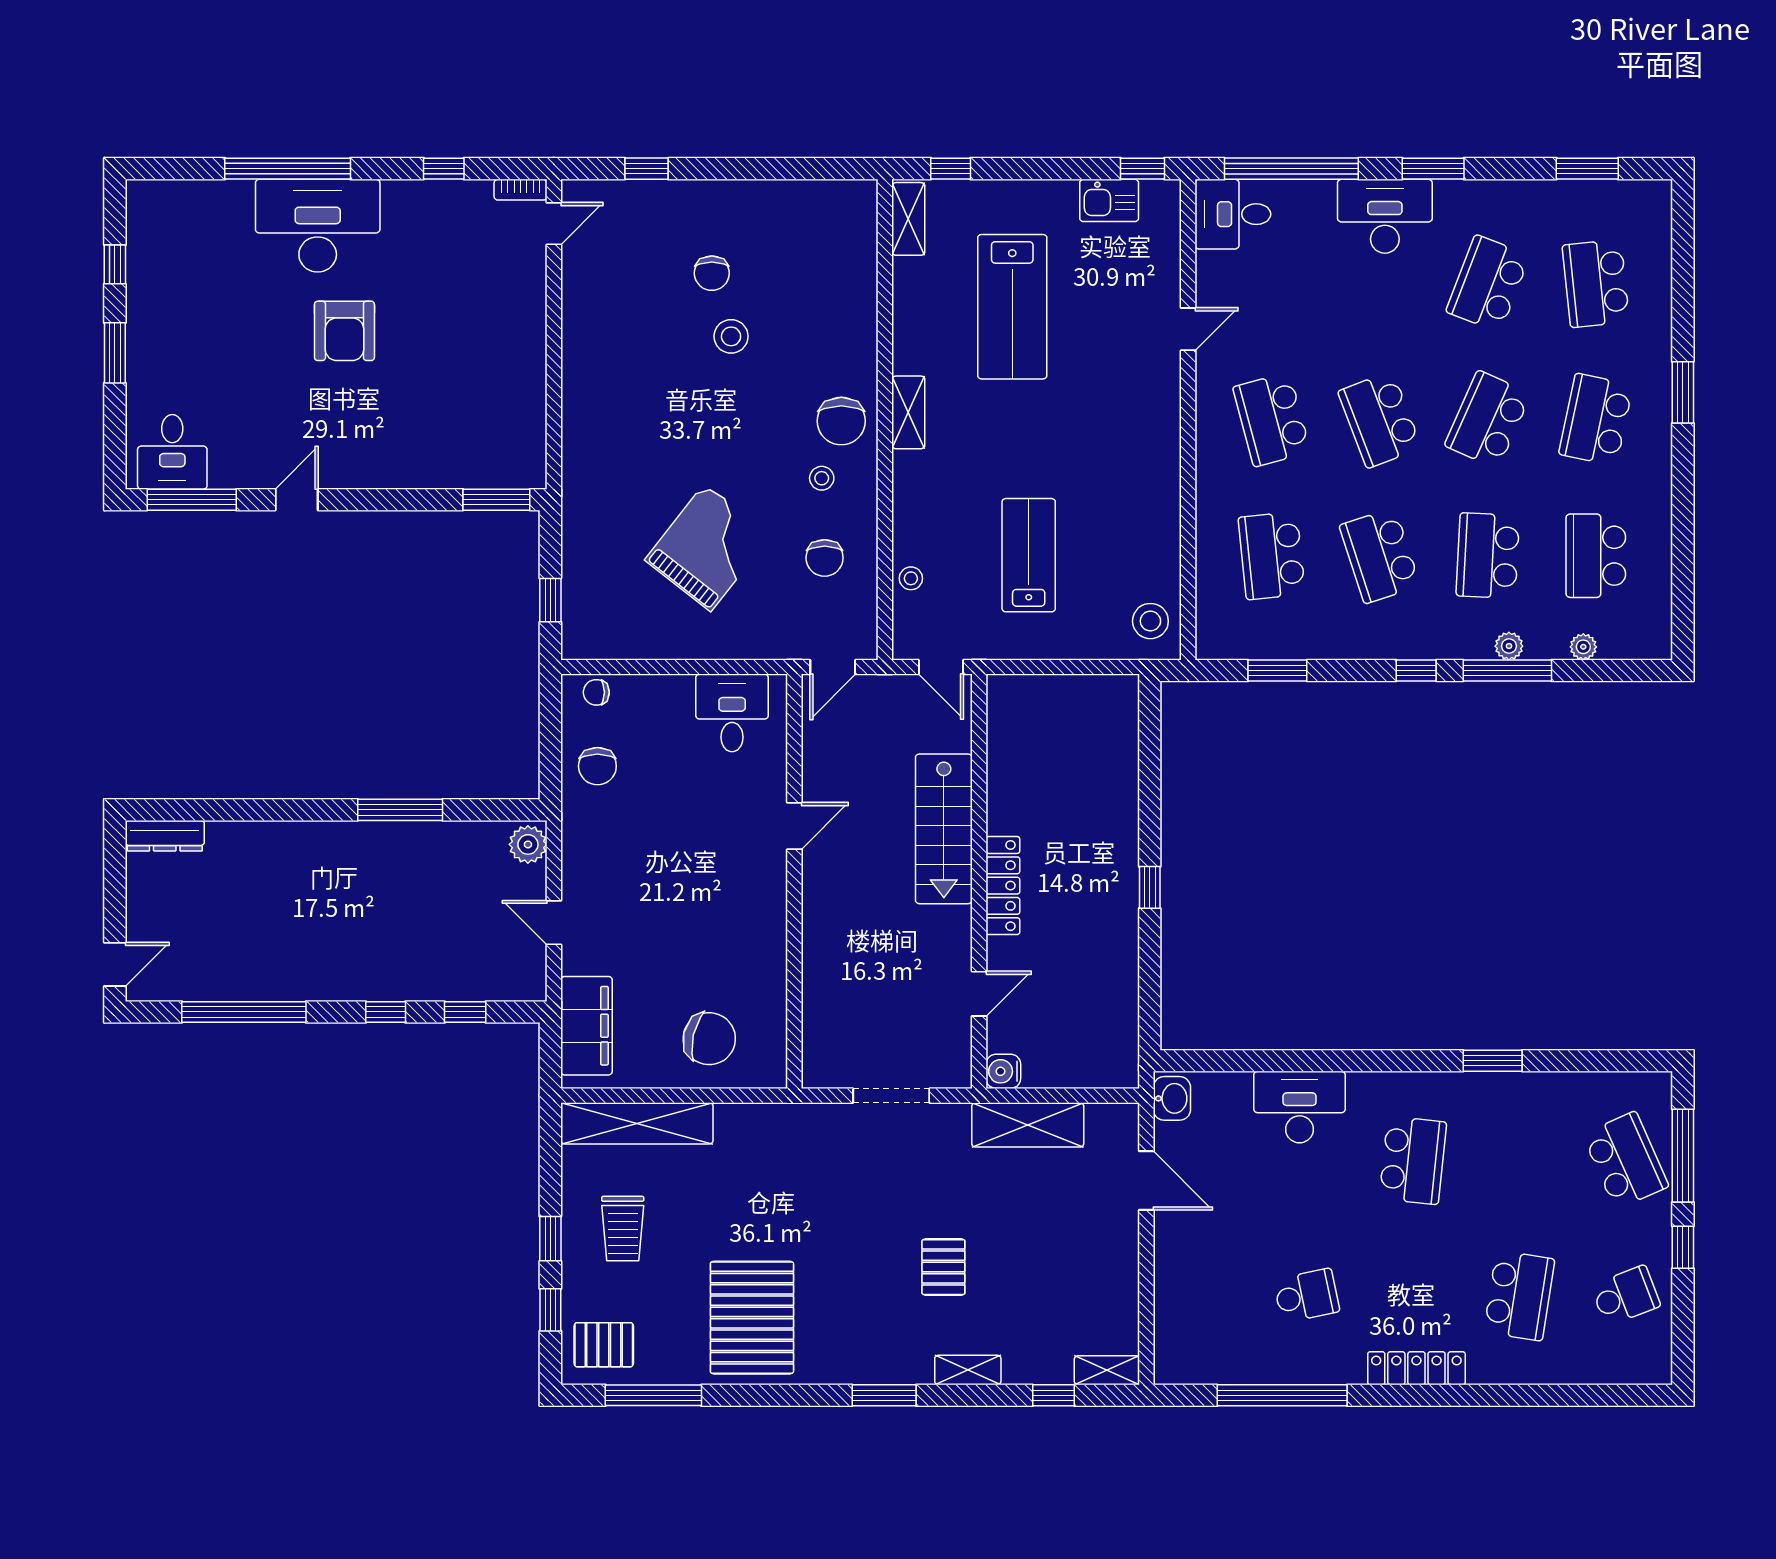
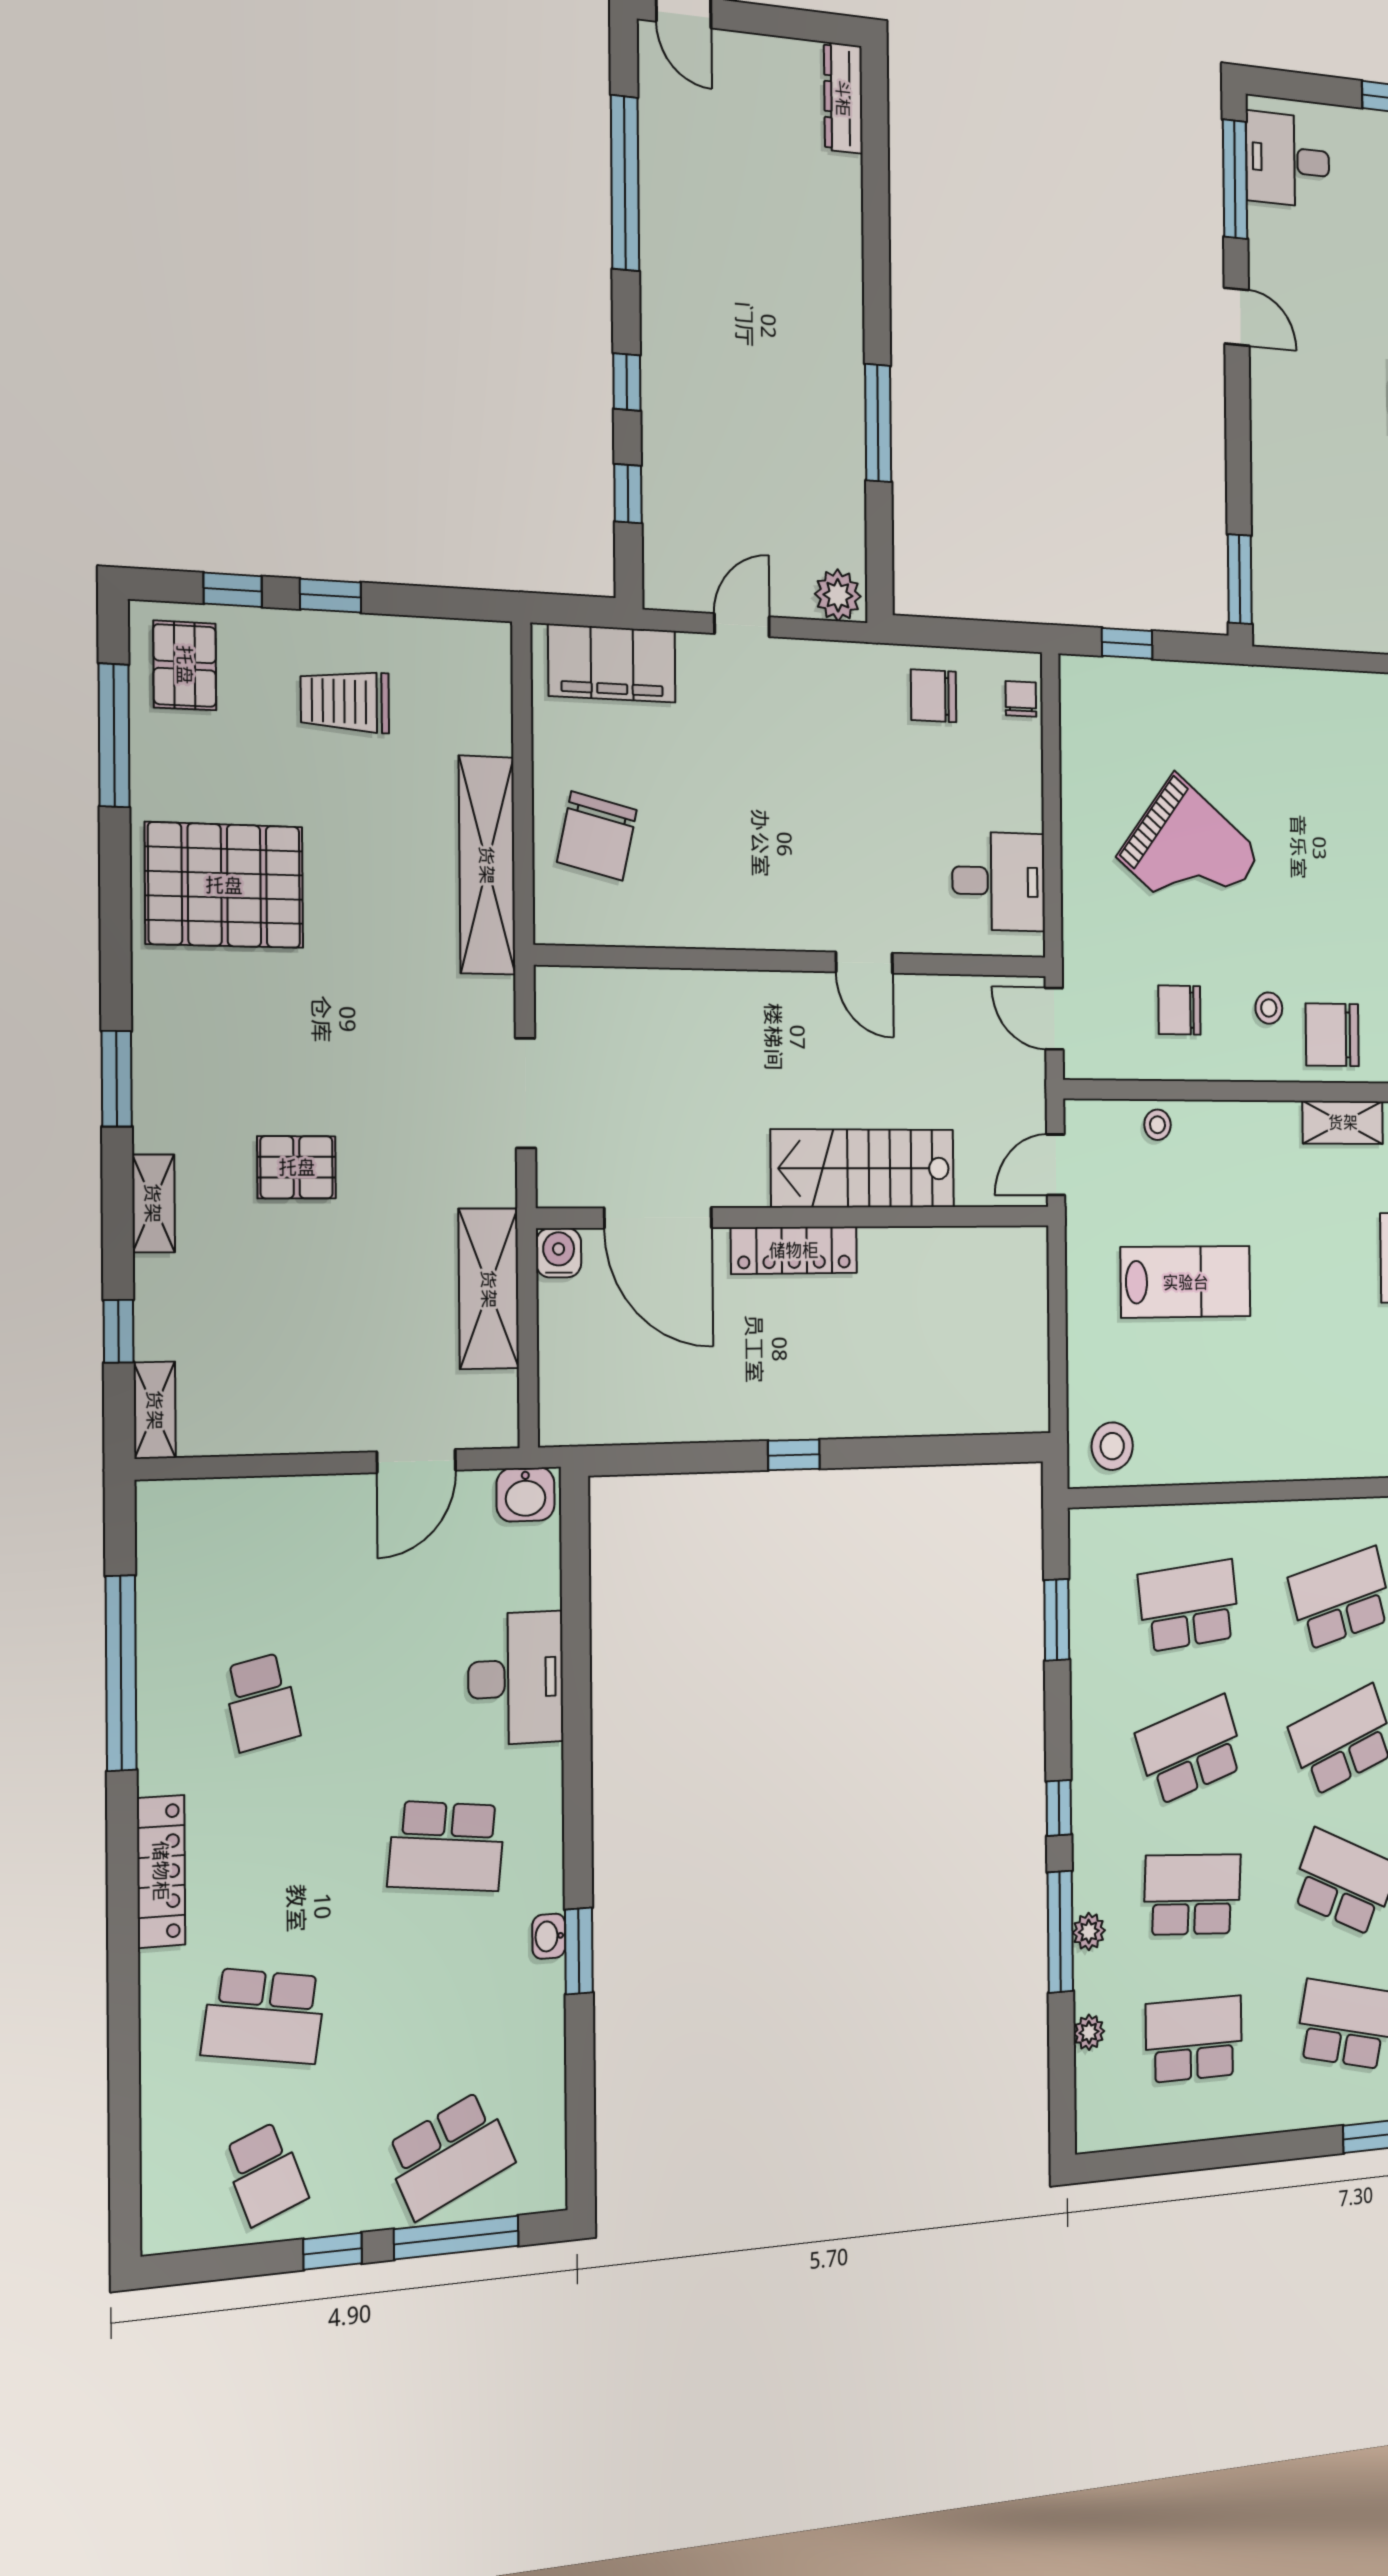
door: (979, 994) -> (658, 1218), width x1.87
washbasin: (1481, 1084) -> (549, 1936), added
shelving: (637, 1123) -> (487, 865), moved

